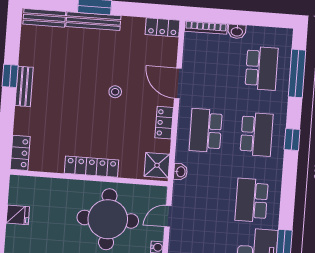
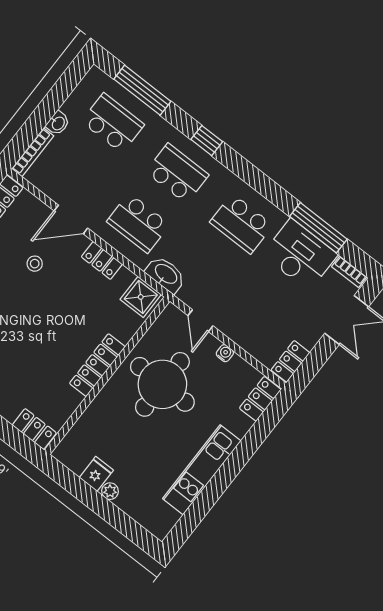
stool: (115, 92) -> (35, 264), moved
washbasin: (180, 172) -> (166, 274), width x1.91, depth x1.45
plant: (12, 232) -> (110, 491), added

